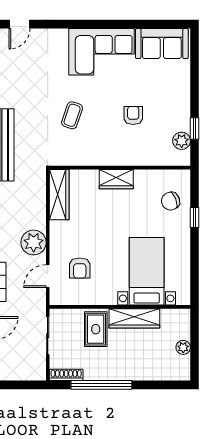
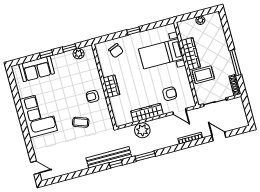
sofa: (162, 44) -> (37, 69), moved, turned 90
window: (194, 90) -> (46, 54), added
armchair: (133, 115) -> (93, 96), moved
wardrobe: (59, 195) -> (147, 113), moved
window: (194, 217) -> (133, 31), moved
plant: (34, 242) -> (142, 130), moved
window: (101, 385) -> (235, 63), width x0.68

